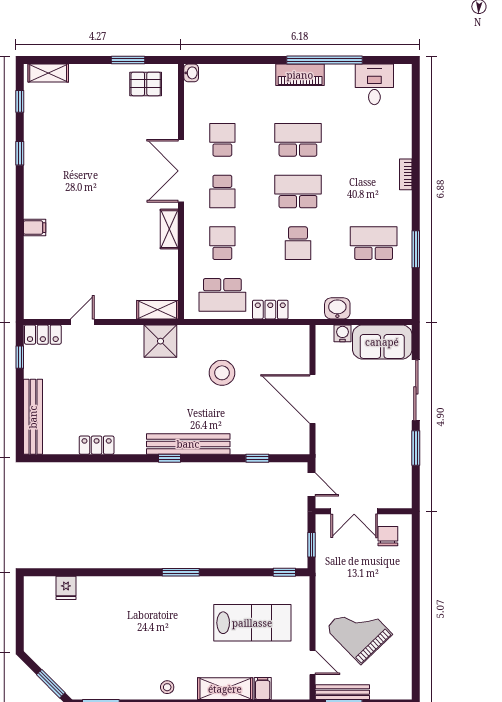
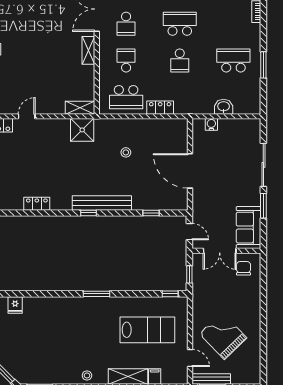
washbasin: (337, 308) -> (224, 107), moved
sofa: (382, 342) -> (248, 228), moved, turned 90
stool: (222, 373) -> (126, 152), width x0.53, depth x0.53

